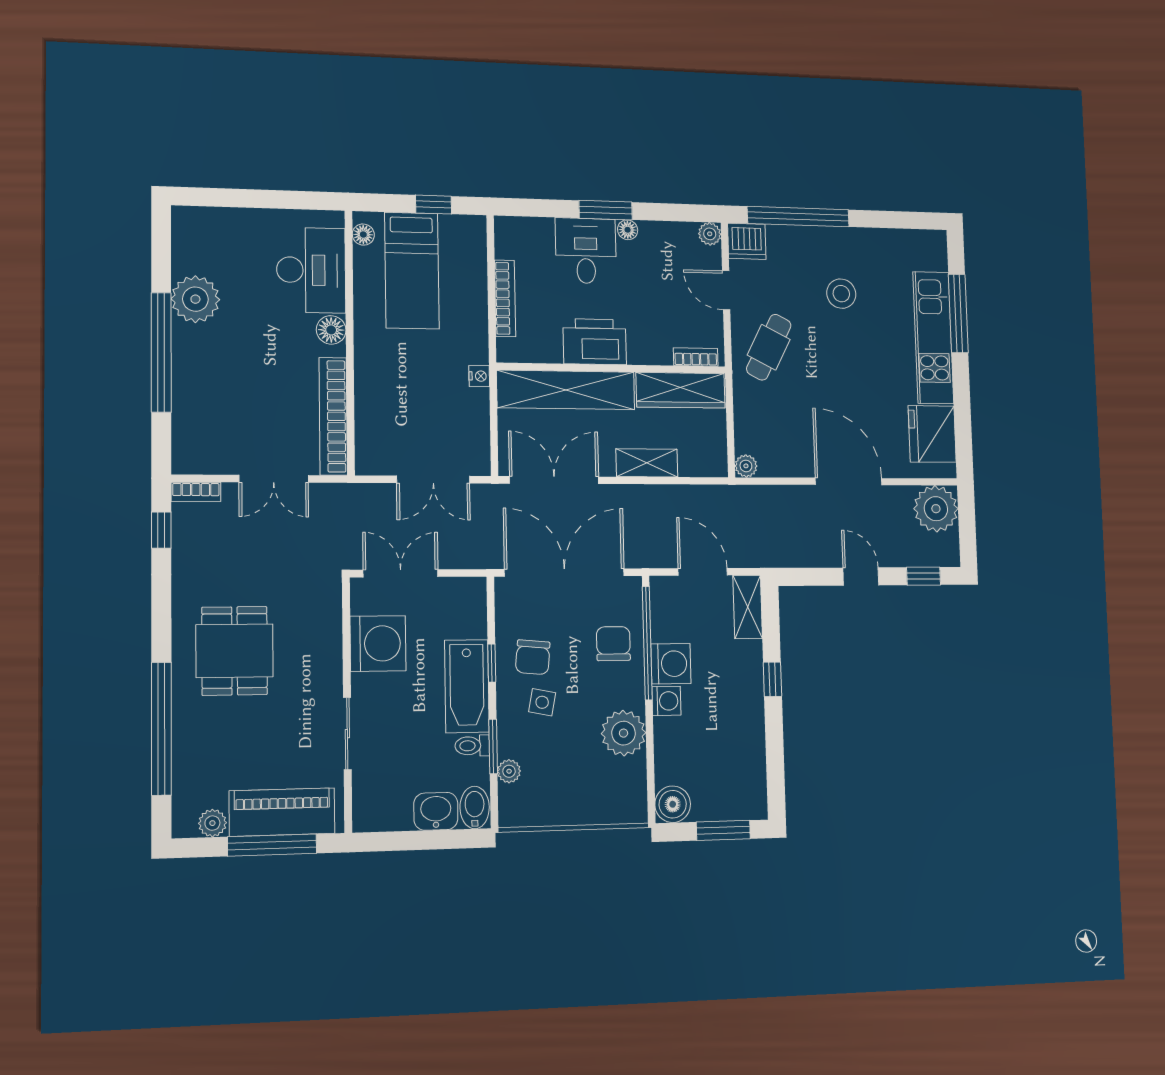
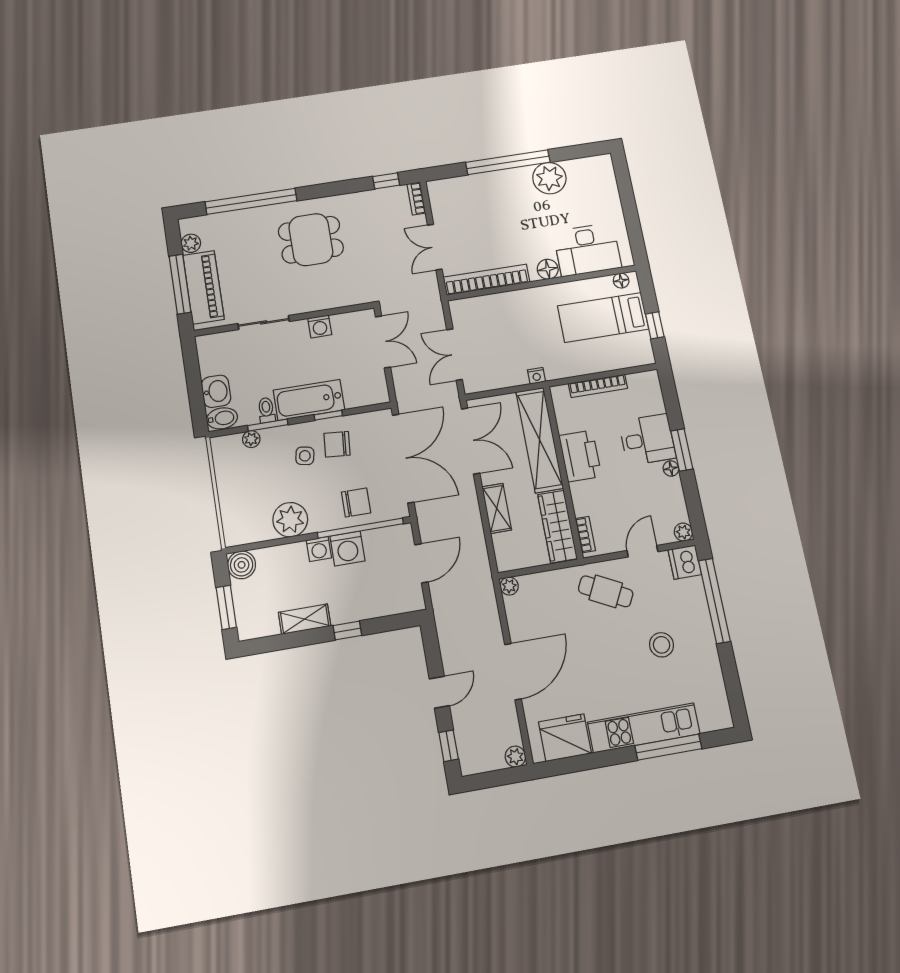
plant: (936, 509) -> (515, 757), width x0.53, depth x0.53
shelving: (748, 607) -> (305, 619), moved
washing machine: (378, 643) -> (320, 326), width x0.53, depth x0.53

